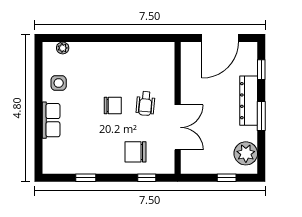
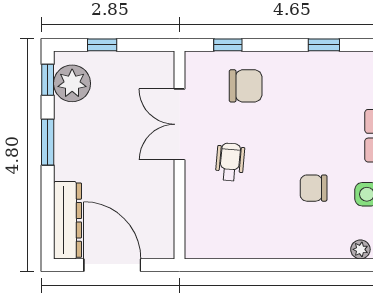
door: (220, 38) -> (112, 265), hinge flipped
window: (261, 70) -> (48, 80), moved
dresser: (249, 101) -> (67, 220), moved
chair: (113, 105) -> (314, 188), moved

